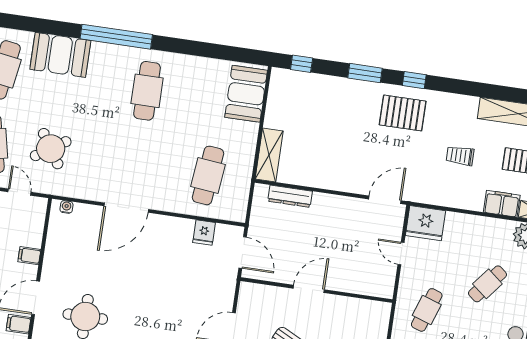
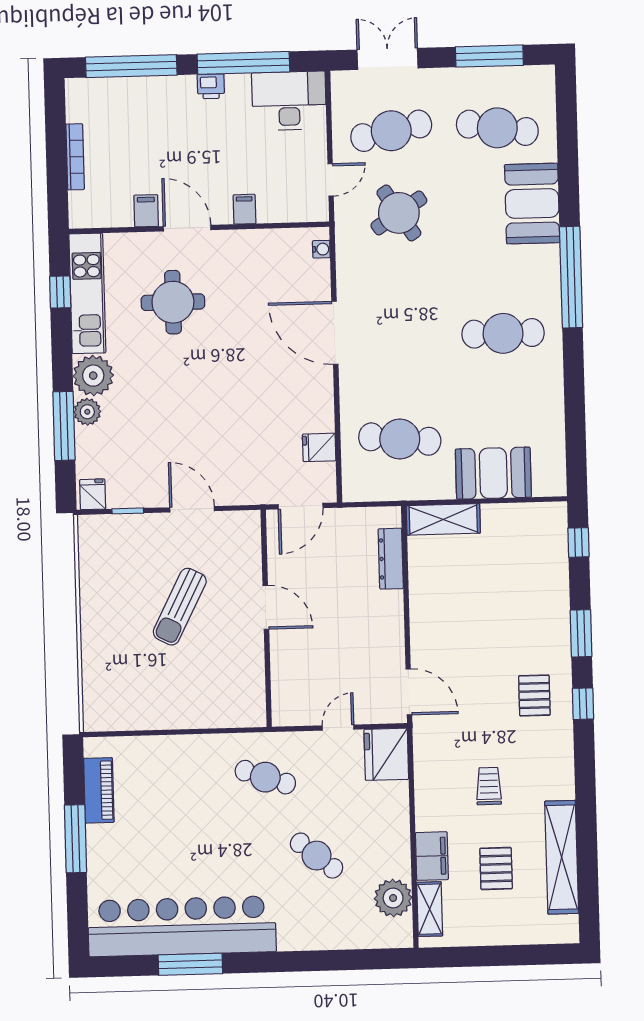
booth: (246, 94) -> (493, 473), moved
pallet: (403, 113) -> (534, 695), width x0.67, depth x0.71

